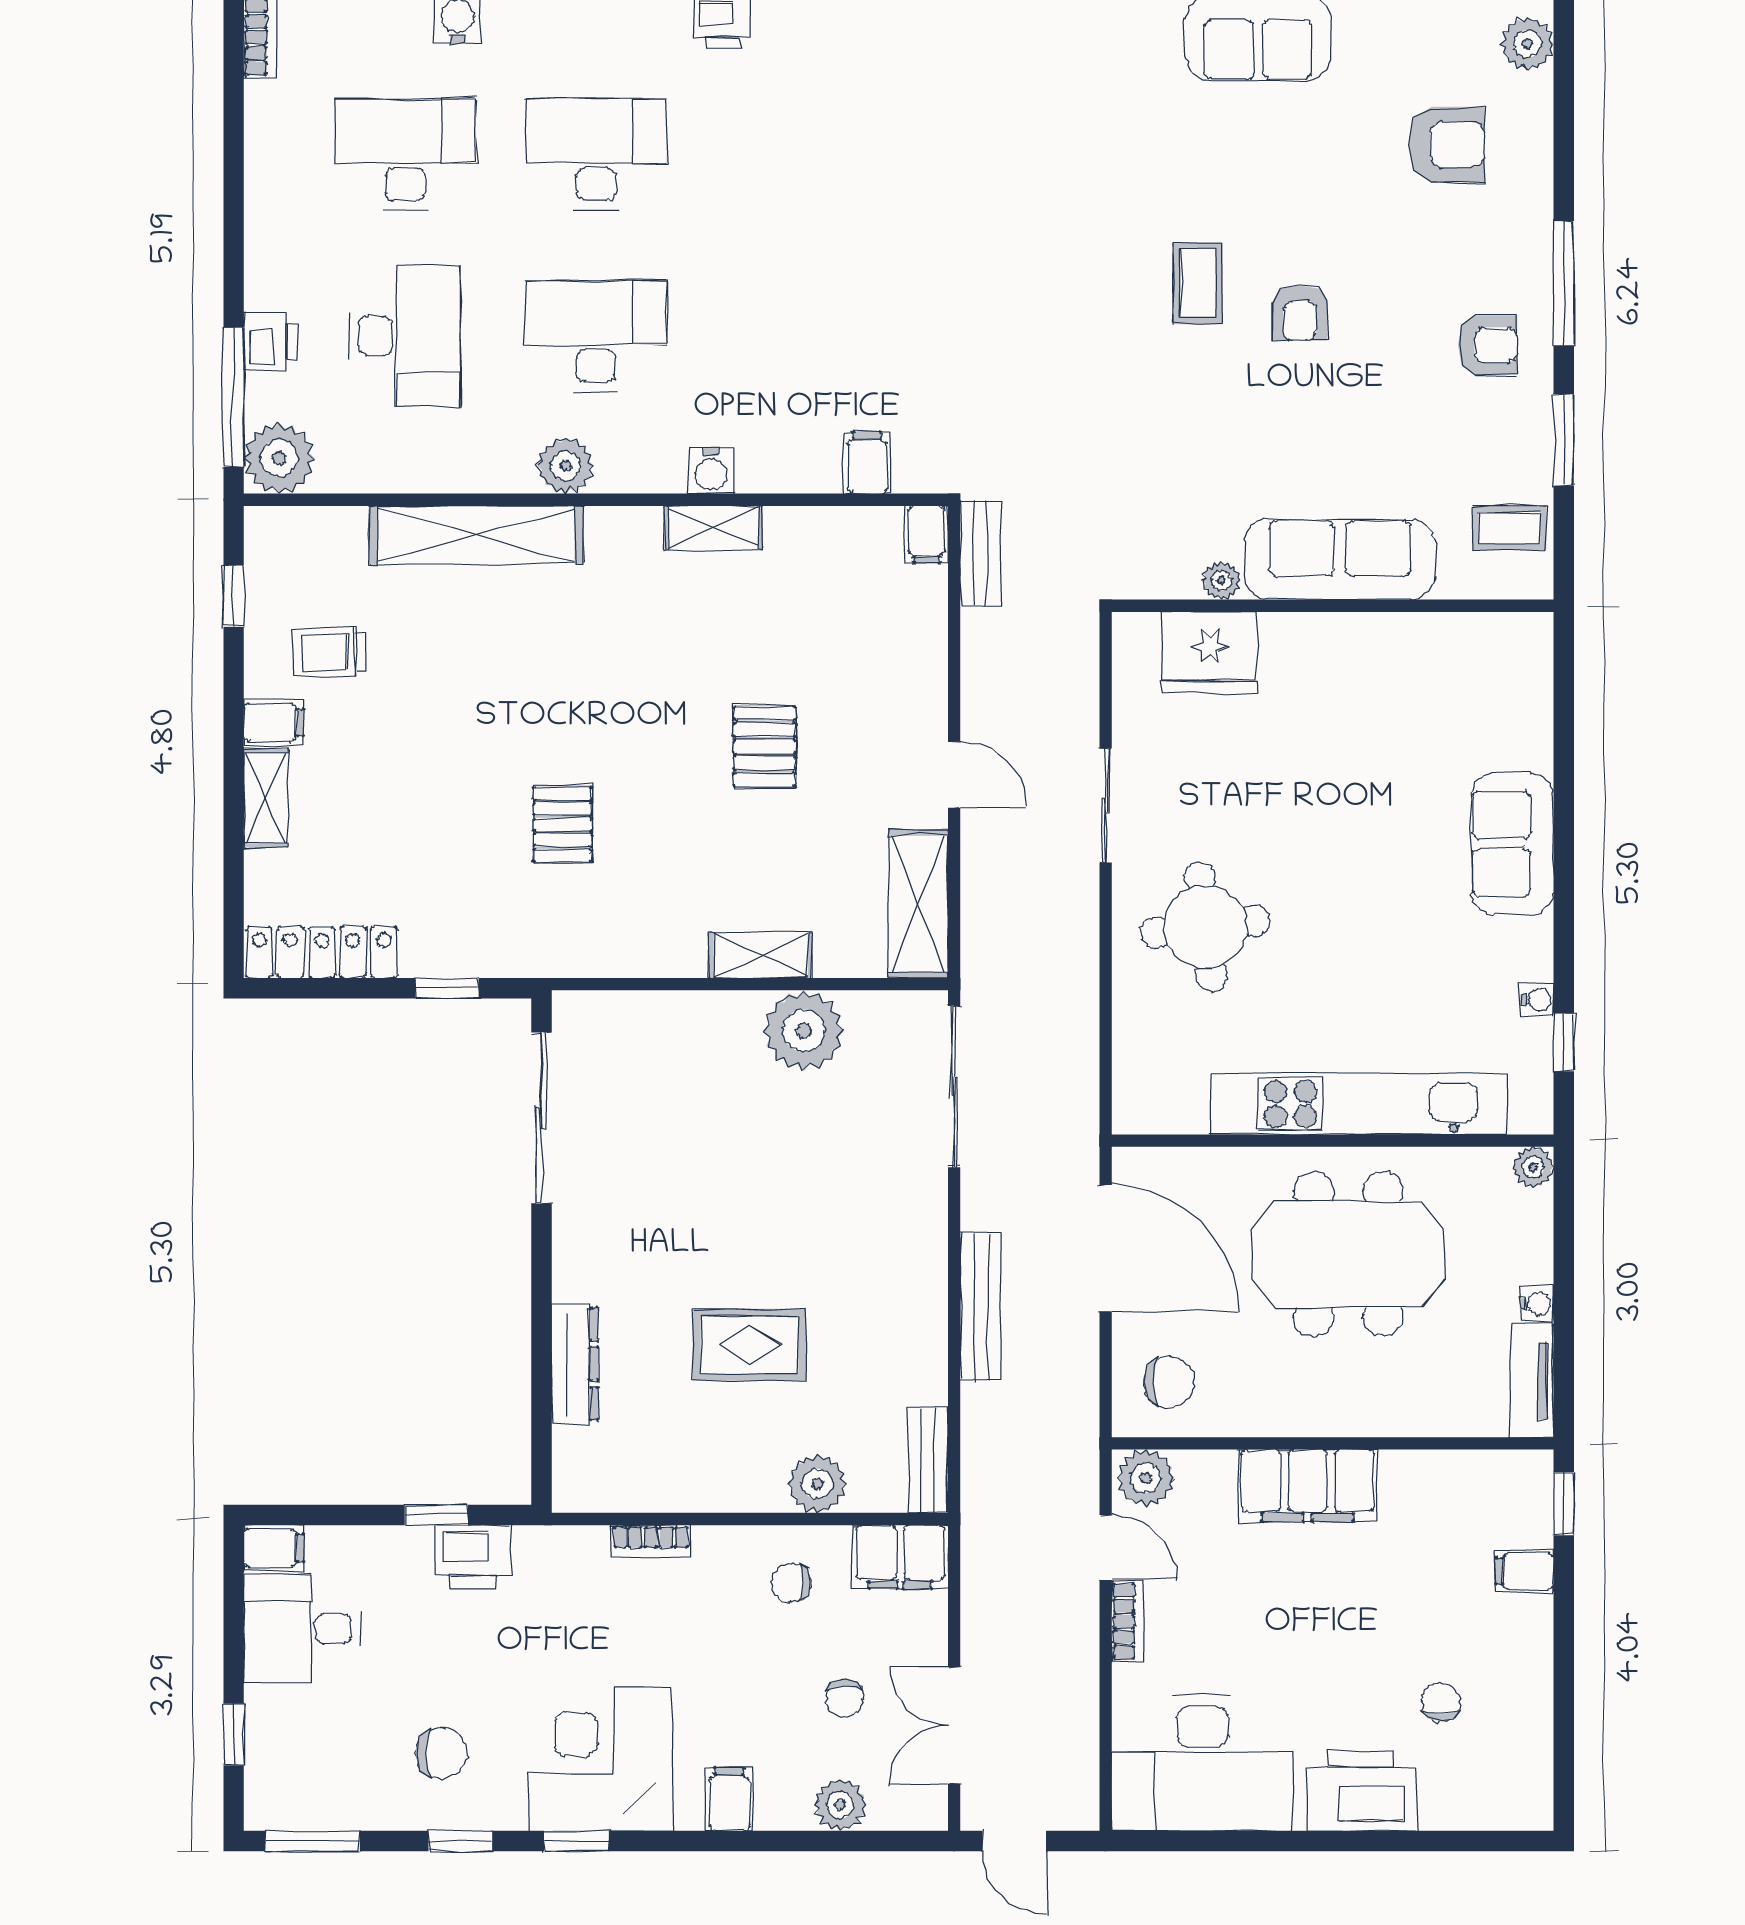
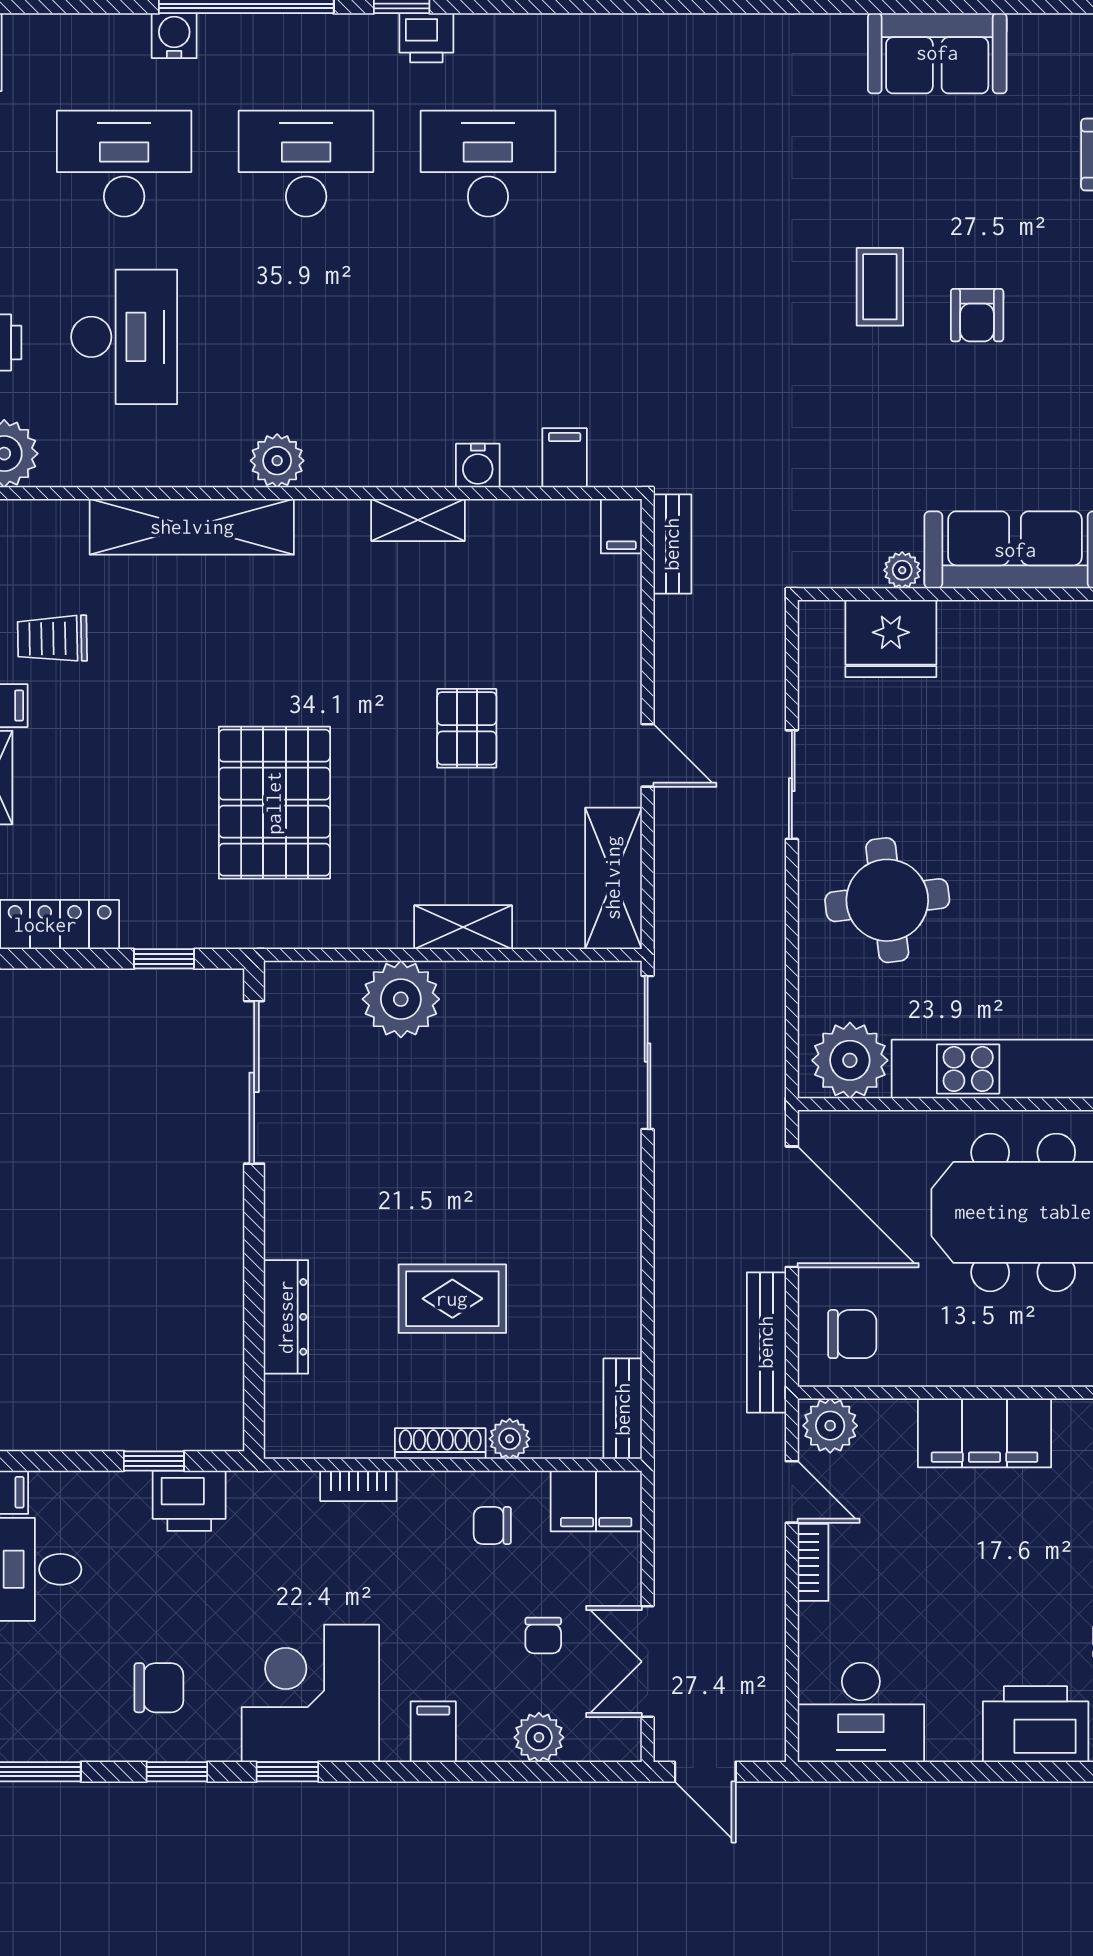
desk: (596, 336) -> (488, 164), moved
water cooler: (711, 471) -> (478, 466), moved
pallet: (563, 824) -> (274, 803), width x2.05, depth x2.00
plant: (804, 1031) -> (401, 999), moved
plant: (1166, 1095) -> (850, 1060), added
bench: (981, 1306) -> (766, 1342), moved
plant: (817, 1484) -> (510, 1439), width x0.73, depth x0.73
shoe rack: (737, 1497) -> (440, 1444), added
desk: (1202, 1763) -> (861, 1712), width x0.73, depth x0.77

